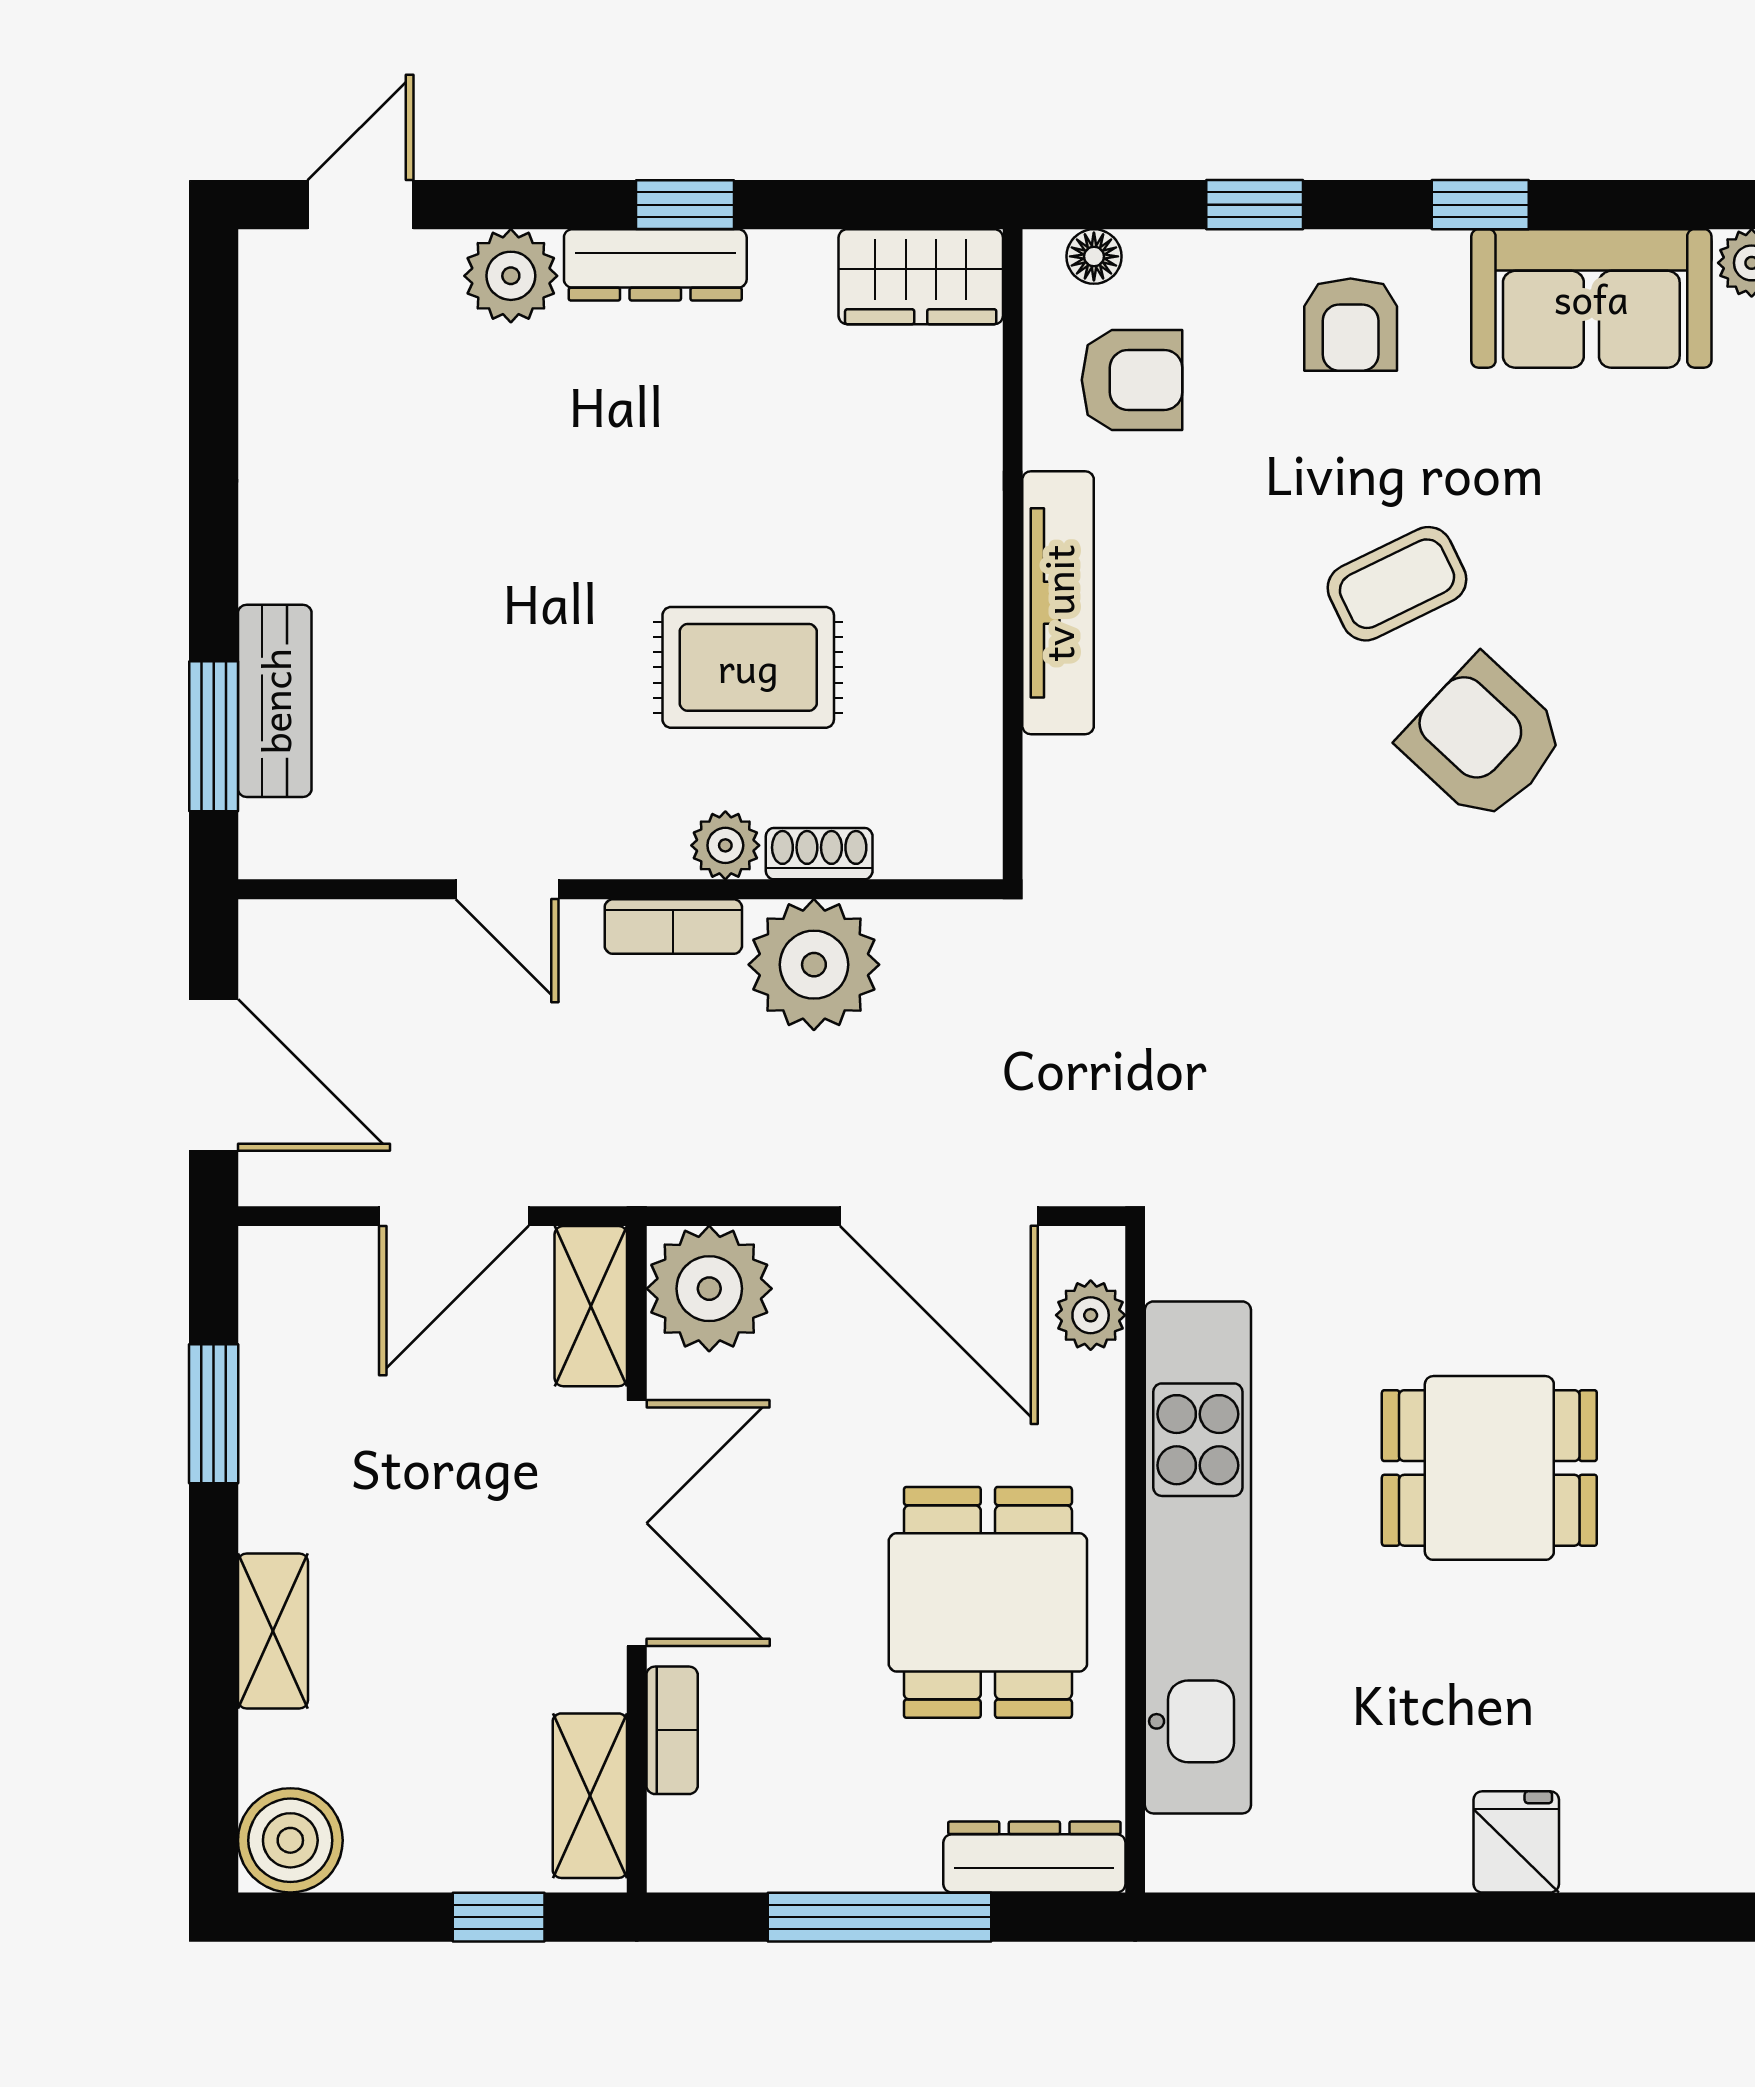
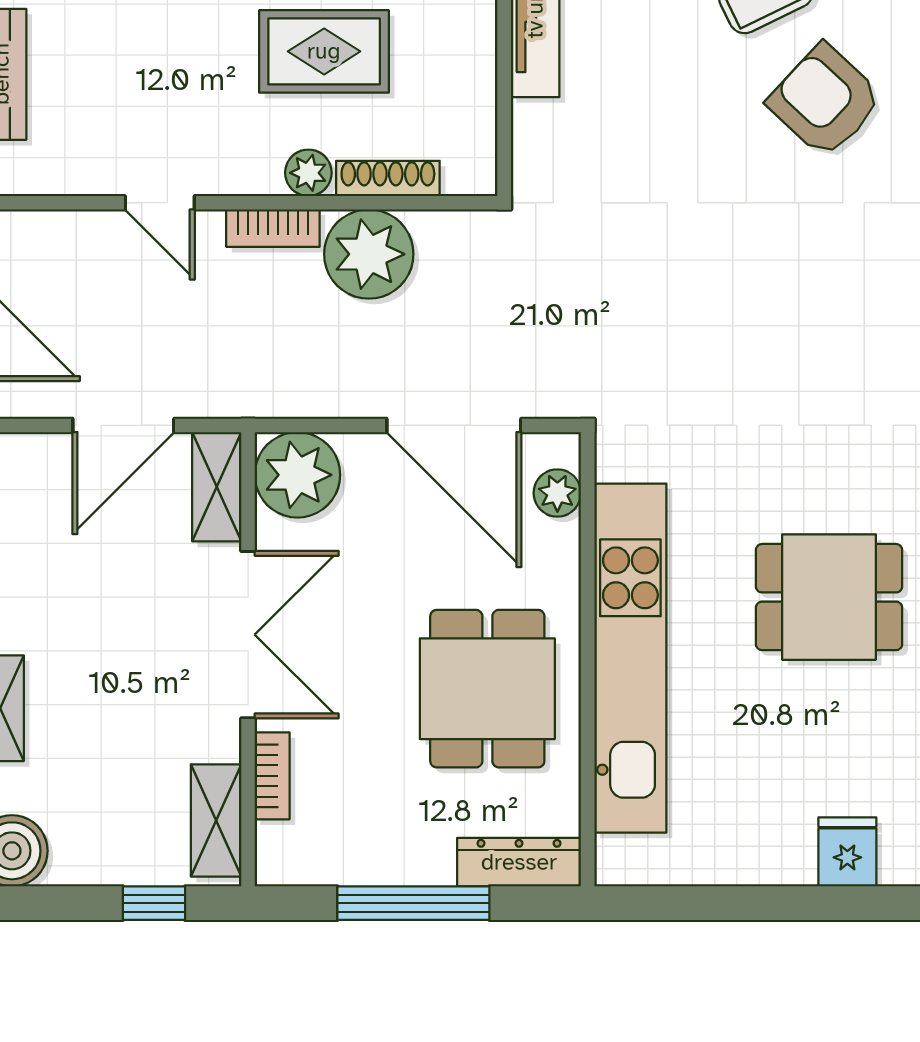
shoe rack: (819, 854) -> (388, 178), width x1.43

